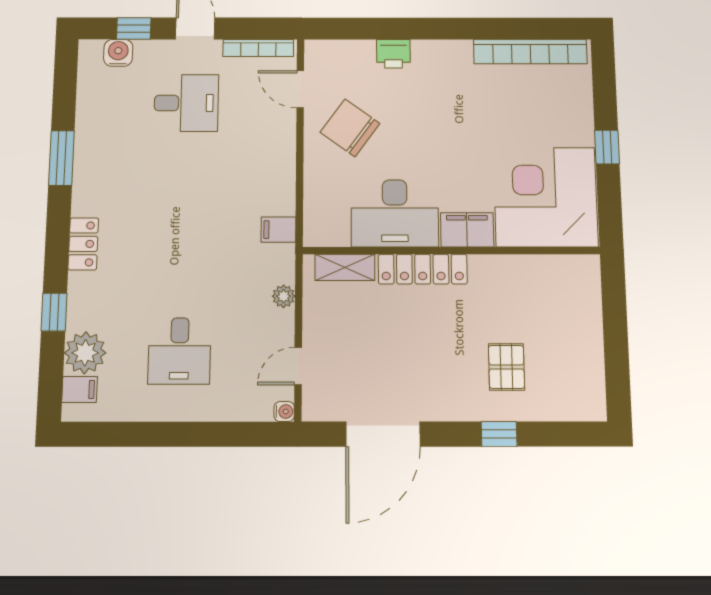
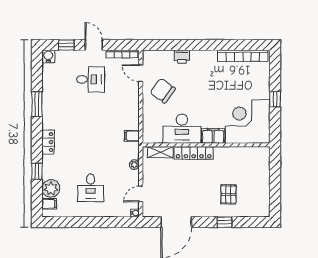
water cooler: (118, 53) -> (48, 56), moved

